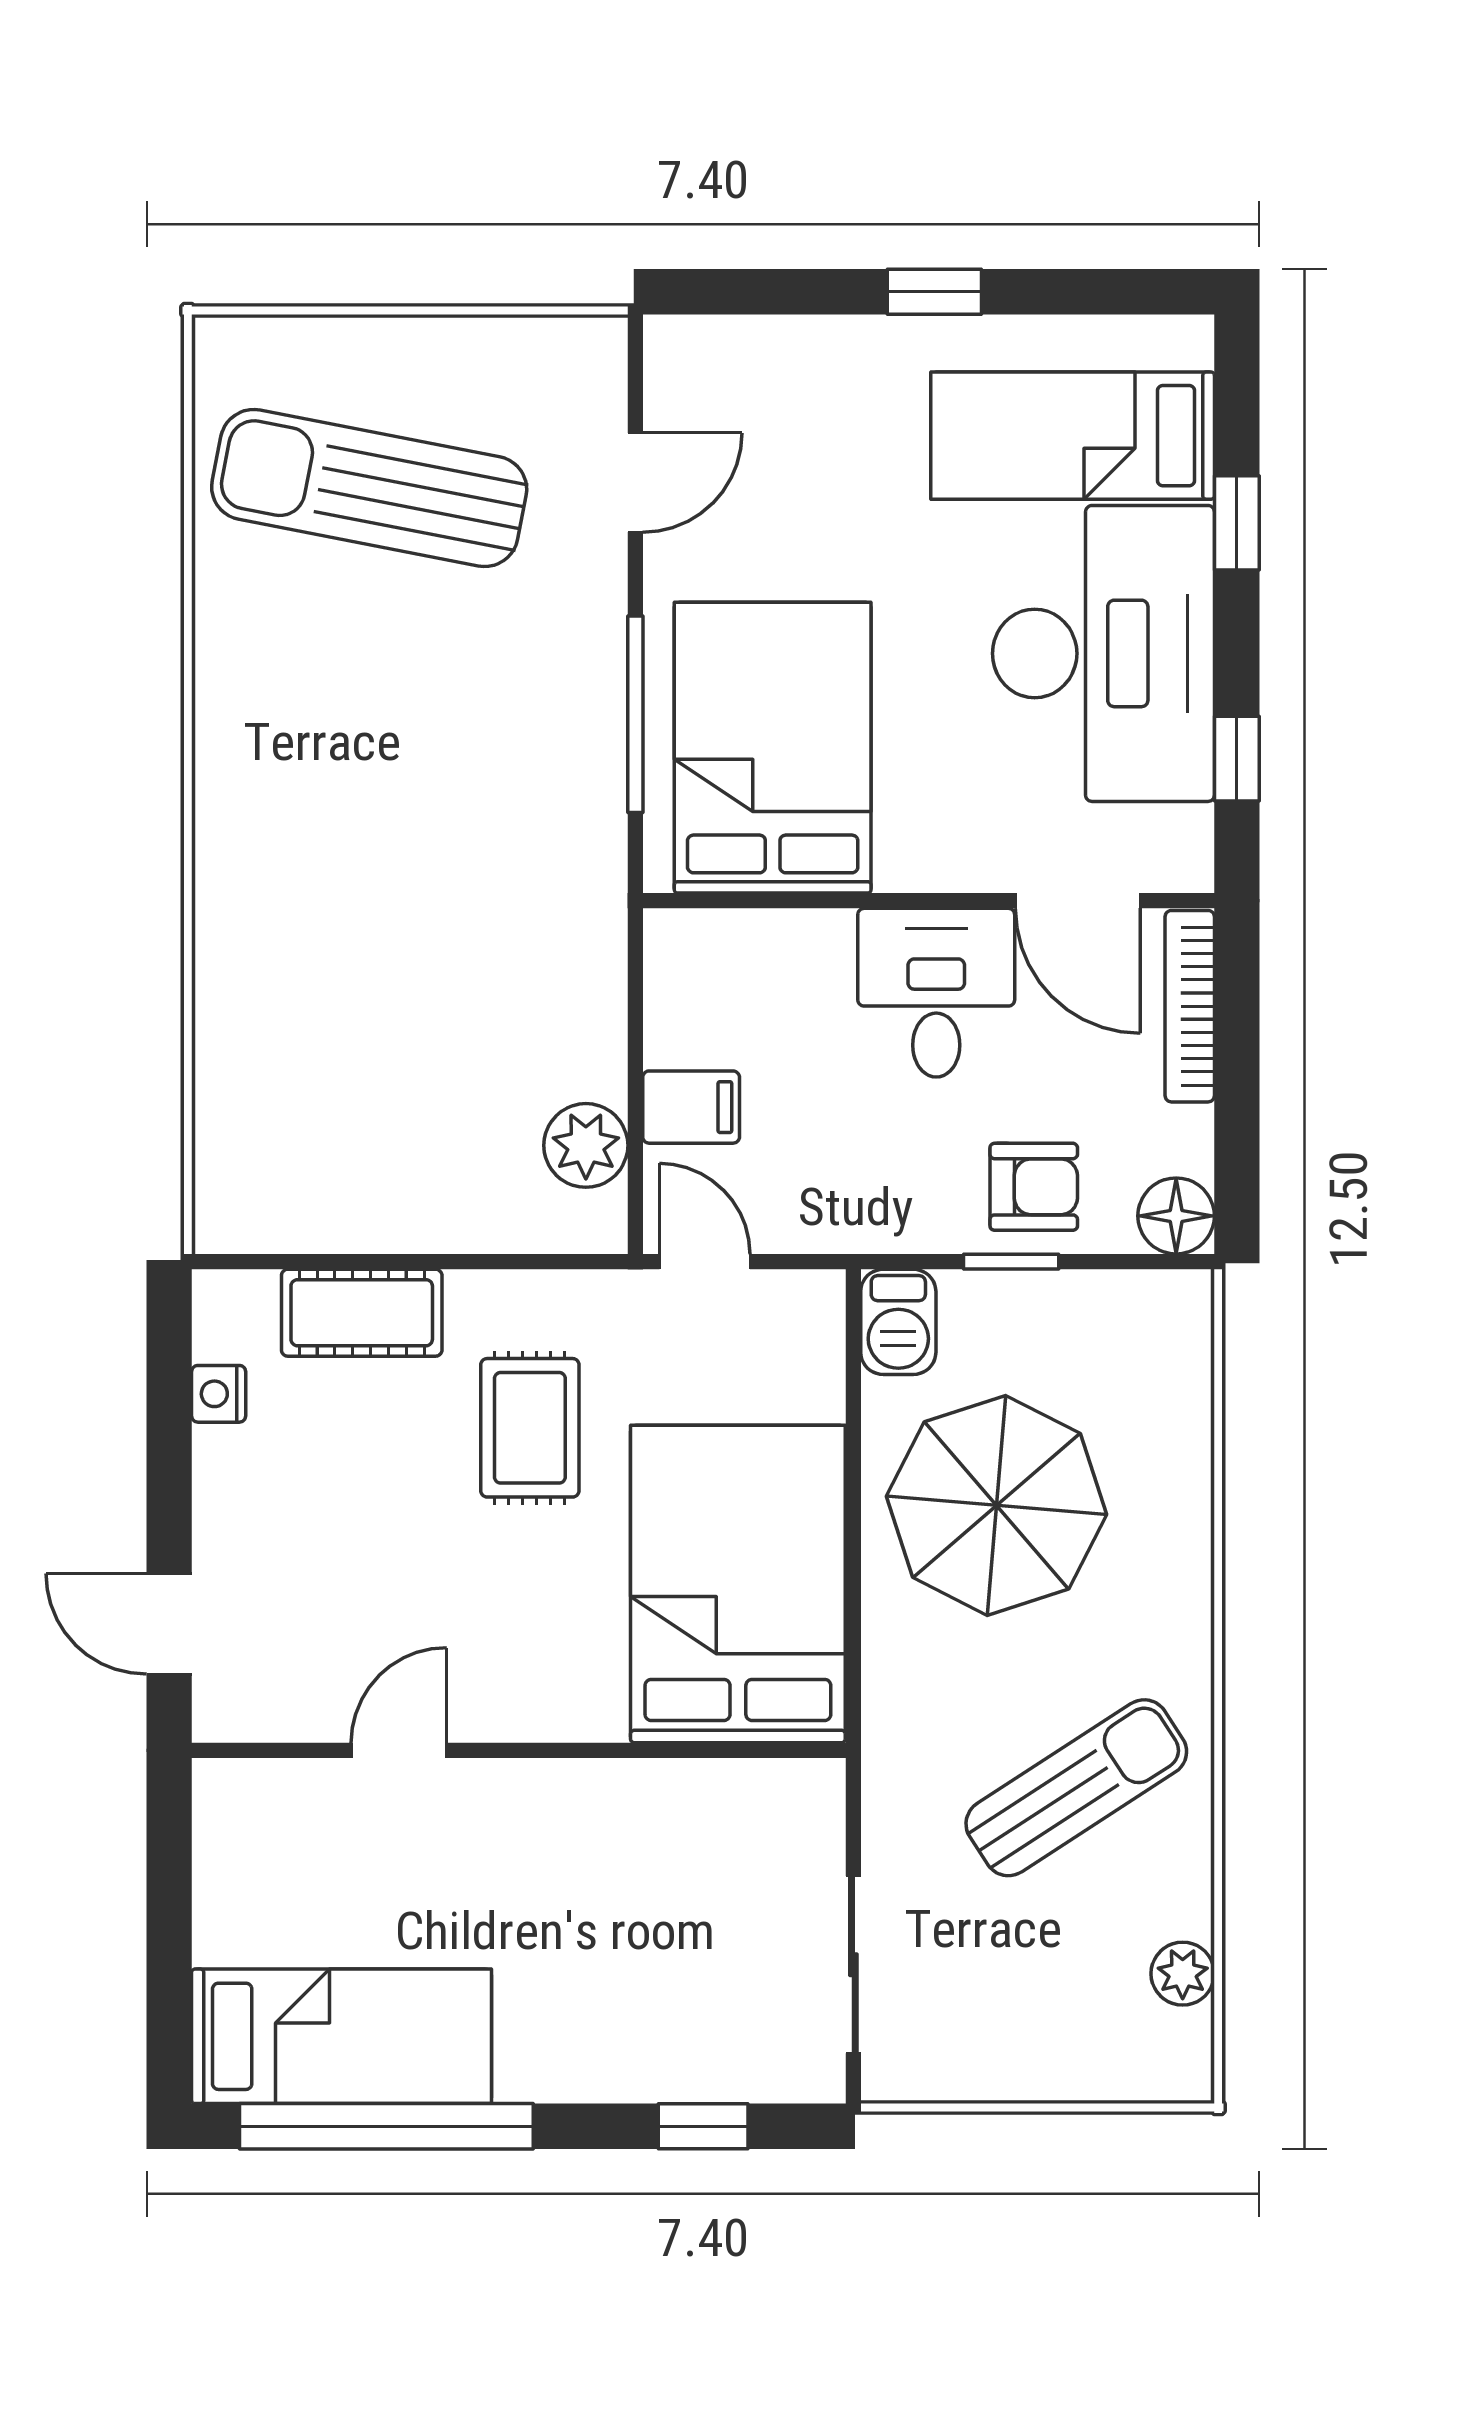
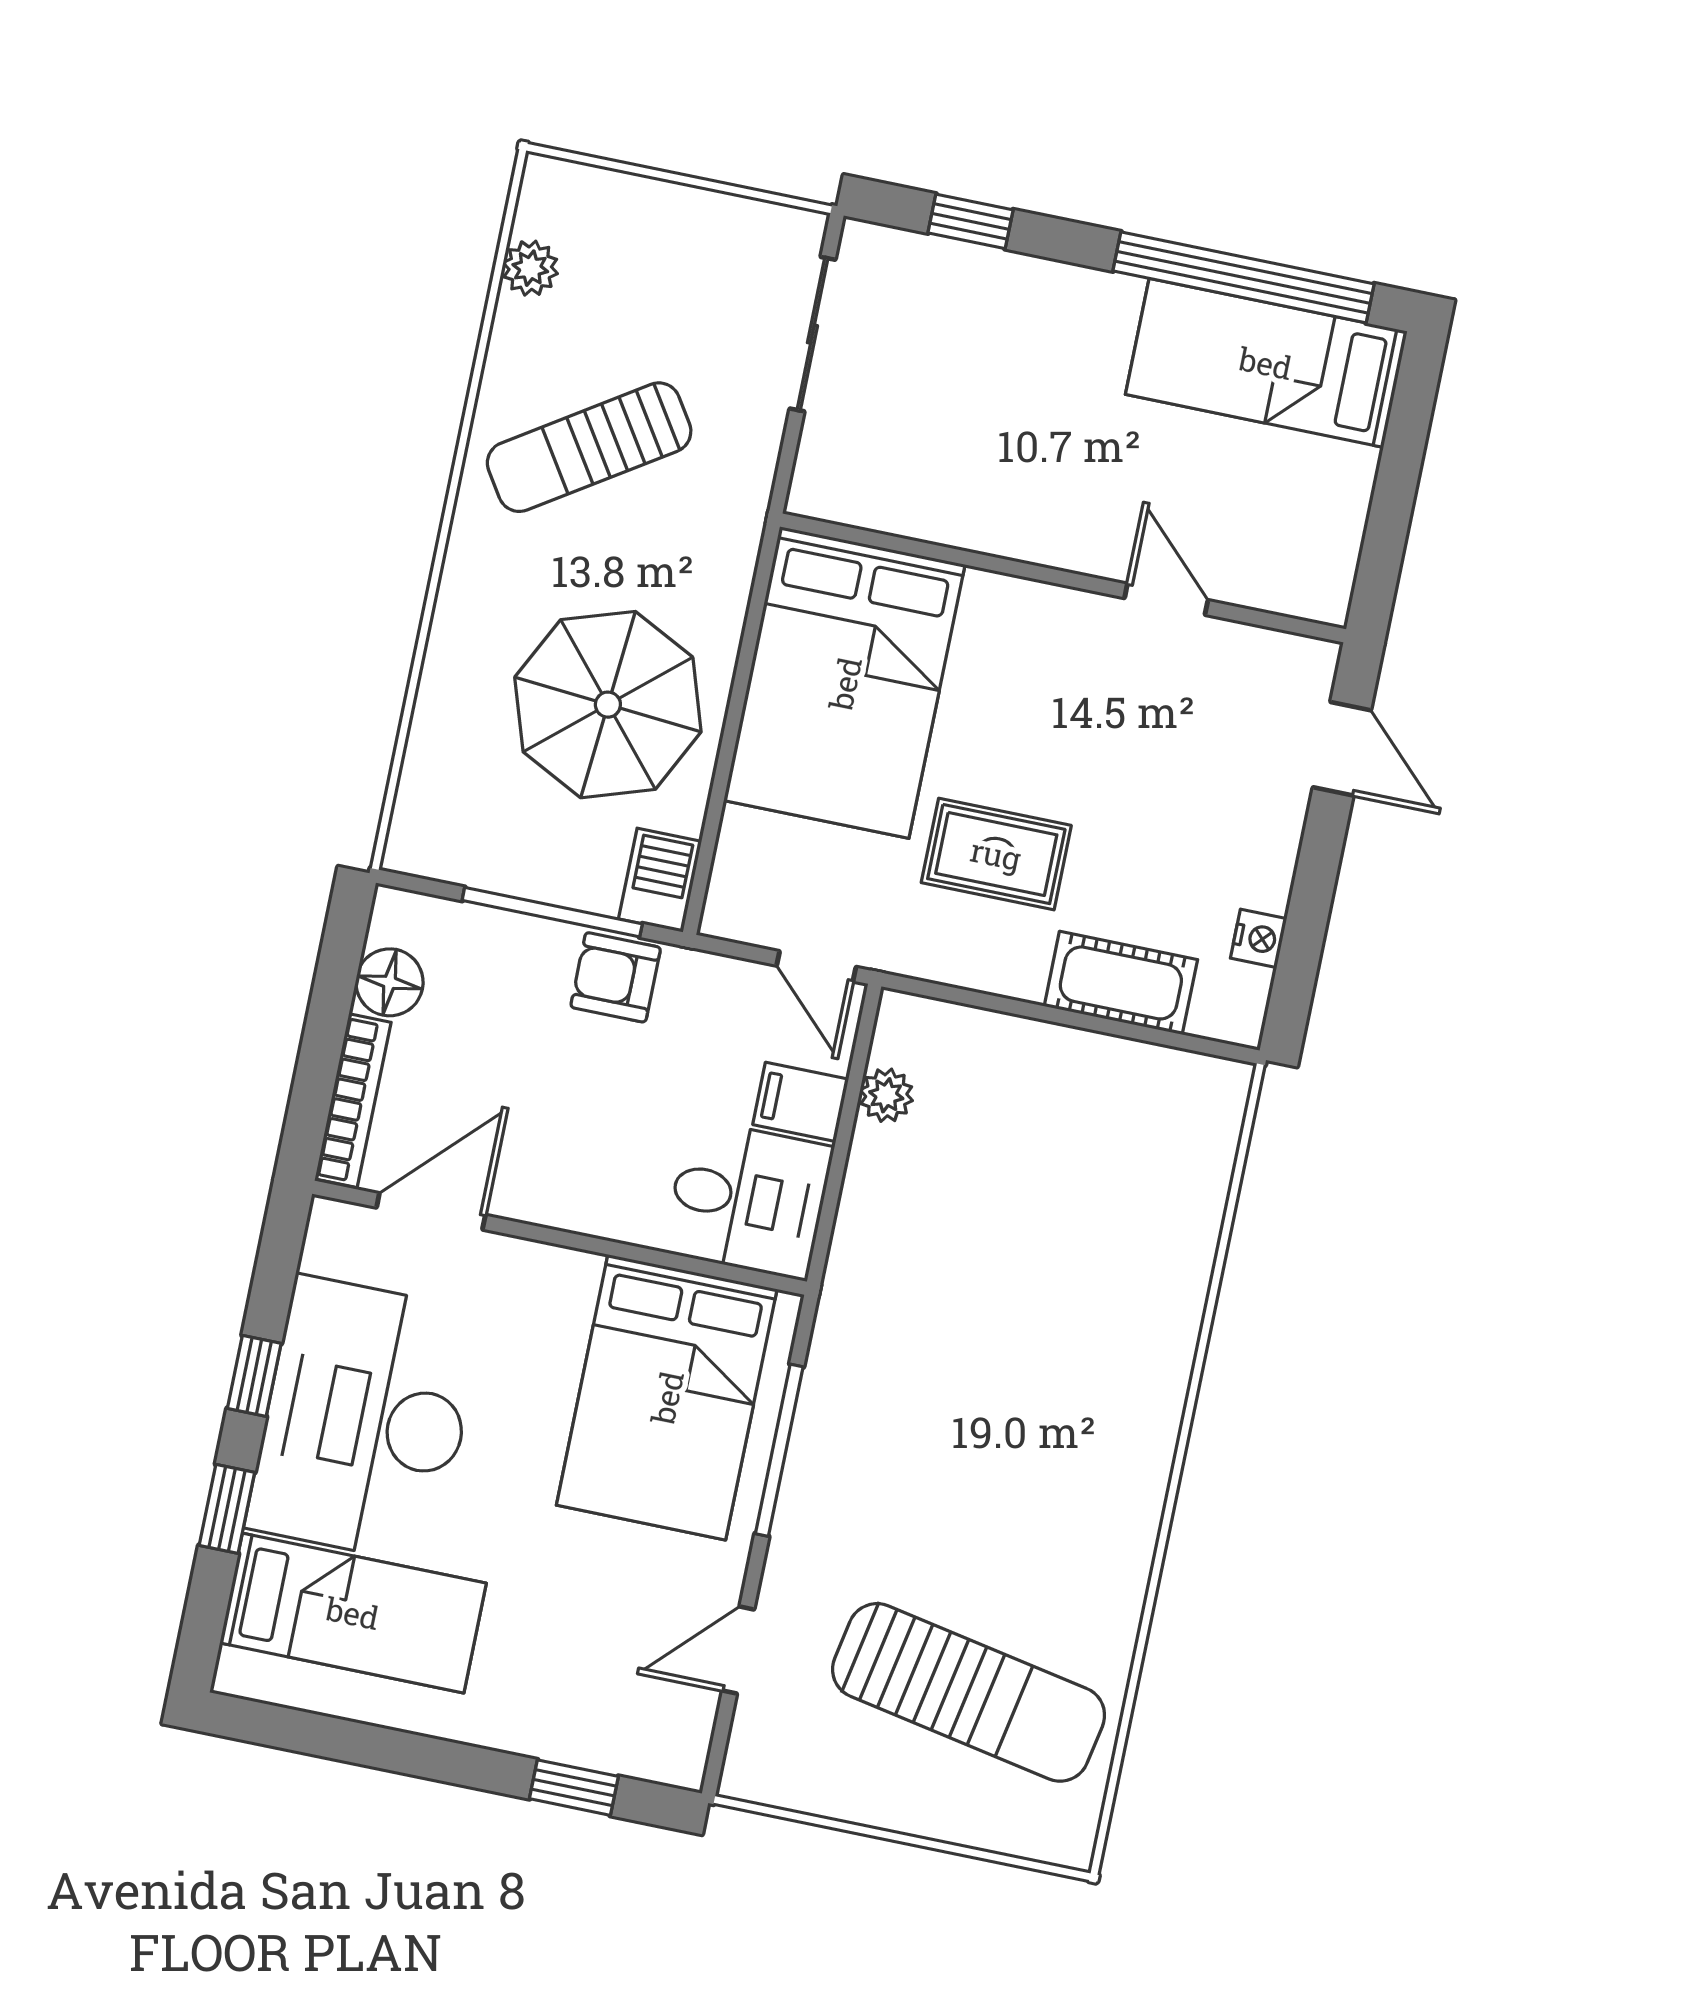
window: (934, 292) -> (574, 1788), moved
window: (1237, 759) -> (254, 1376), moved
door: (1078, 901) -> (431, 1211), hinge flipped
desk: (936, 993) -> (748, 1199), moved, turned -90
plant: (586, 1145) -> (886, 1095), width x0.73, depth x0.73
armchair: (1034, 1187) -> (616, 977), moved
floor lamp: (1176, 1216) -> (390, 982), moved
window: (1011, 1262) -> (552, 912), width x2.17
rug: (530, 1428) -> (996, 854), turned 90
door: (399, 1750) -> (1166, 599), swing flipped

